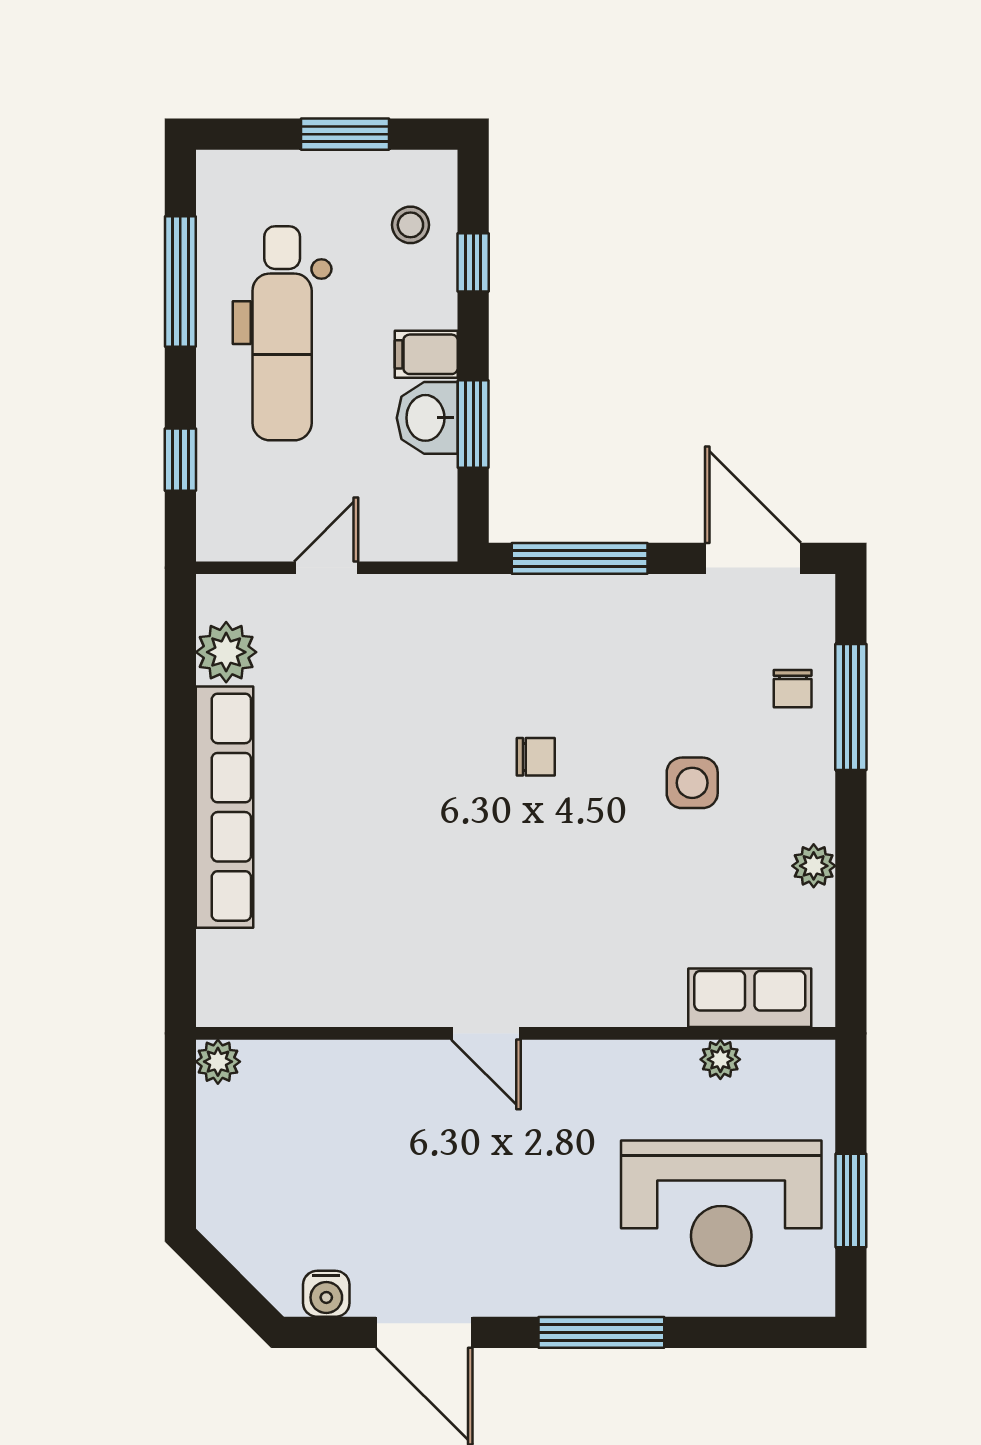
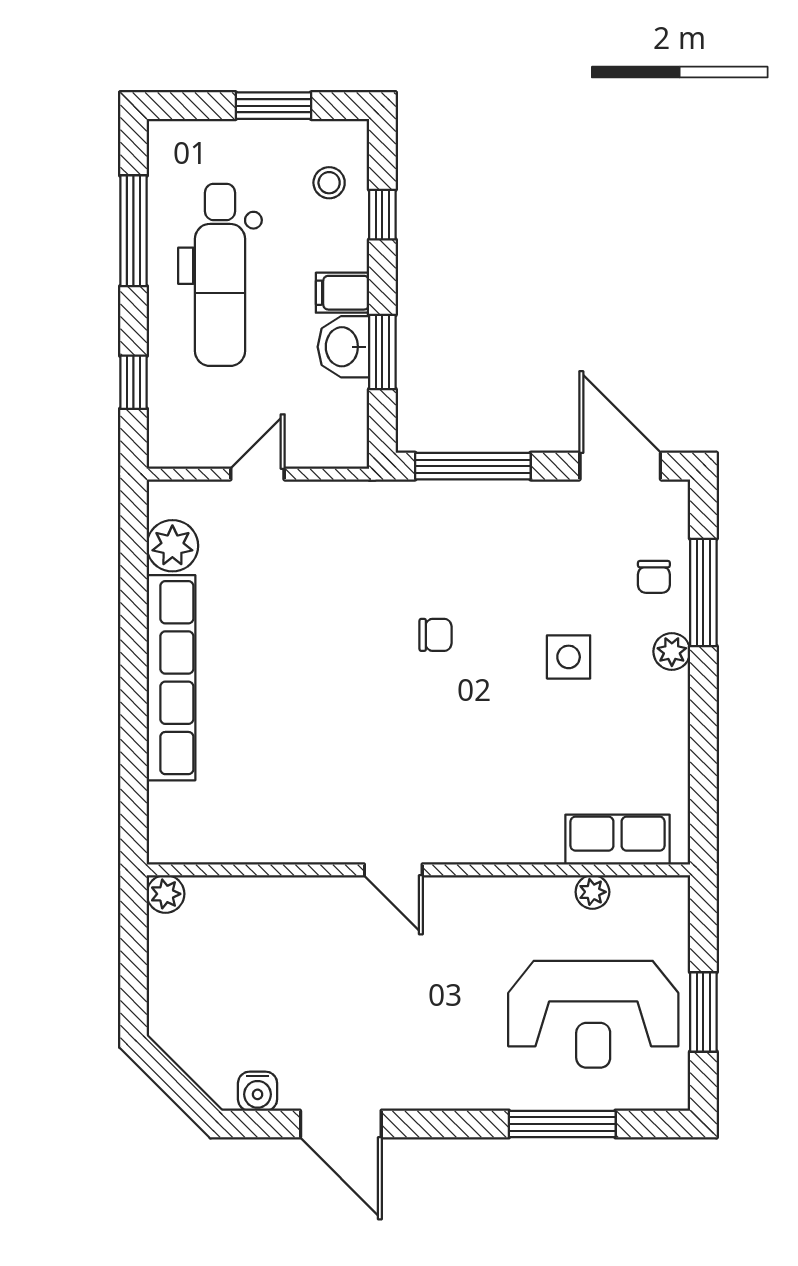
plant: (814, 866) -> (672, 651), moved
window: (601, 1332) -> (562, 1124), moved

